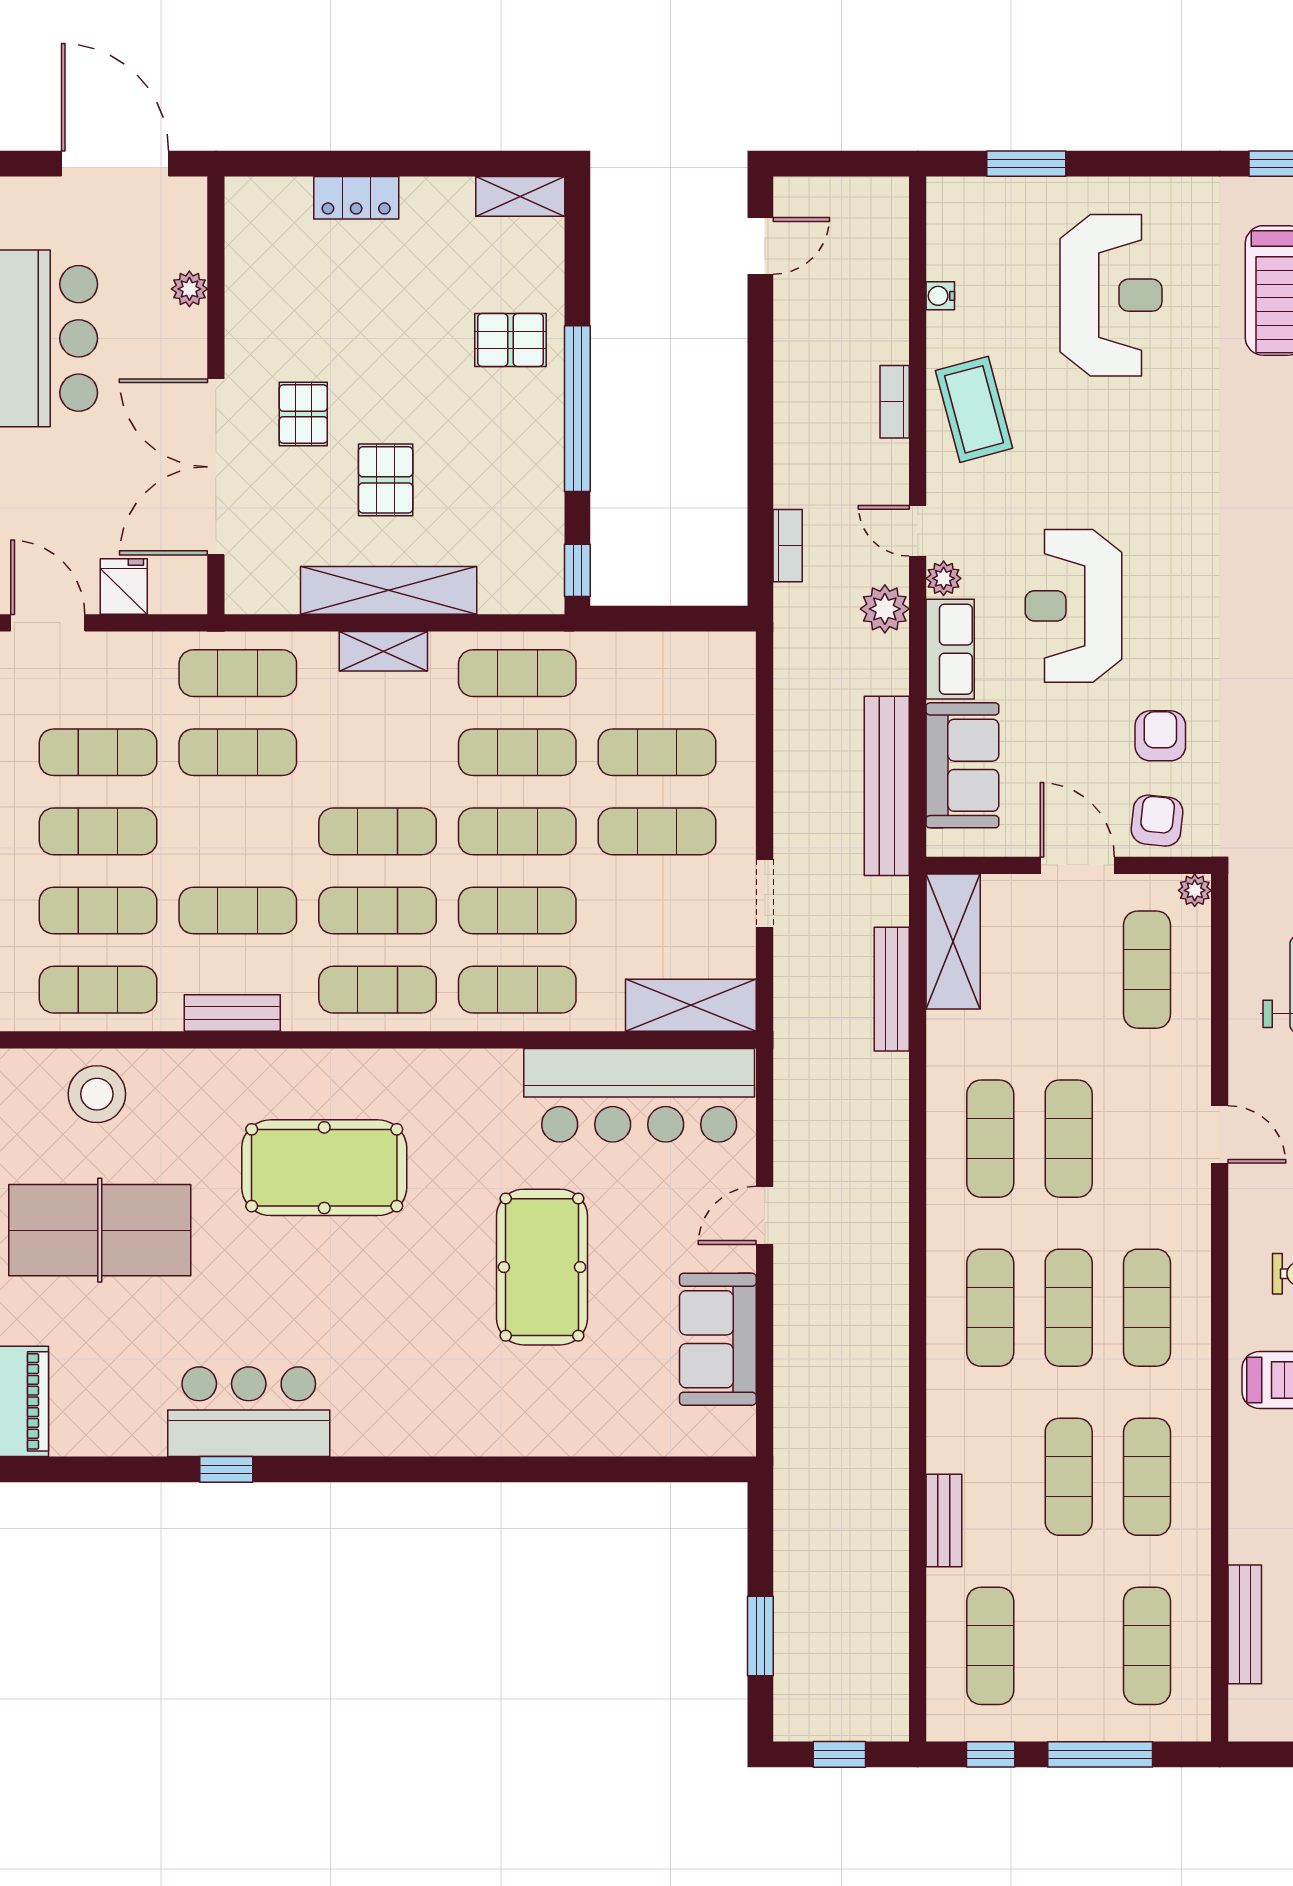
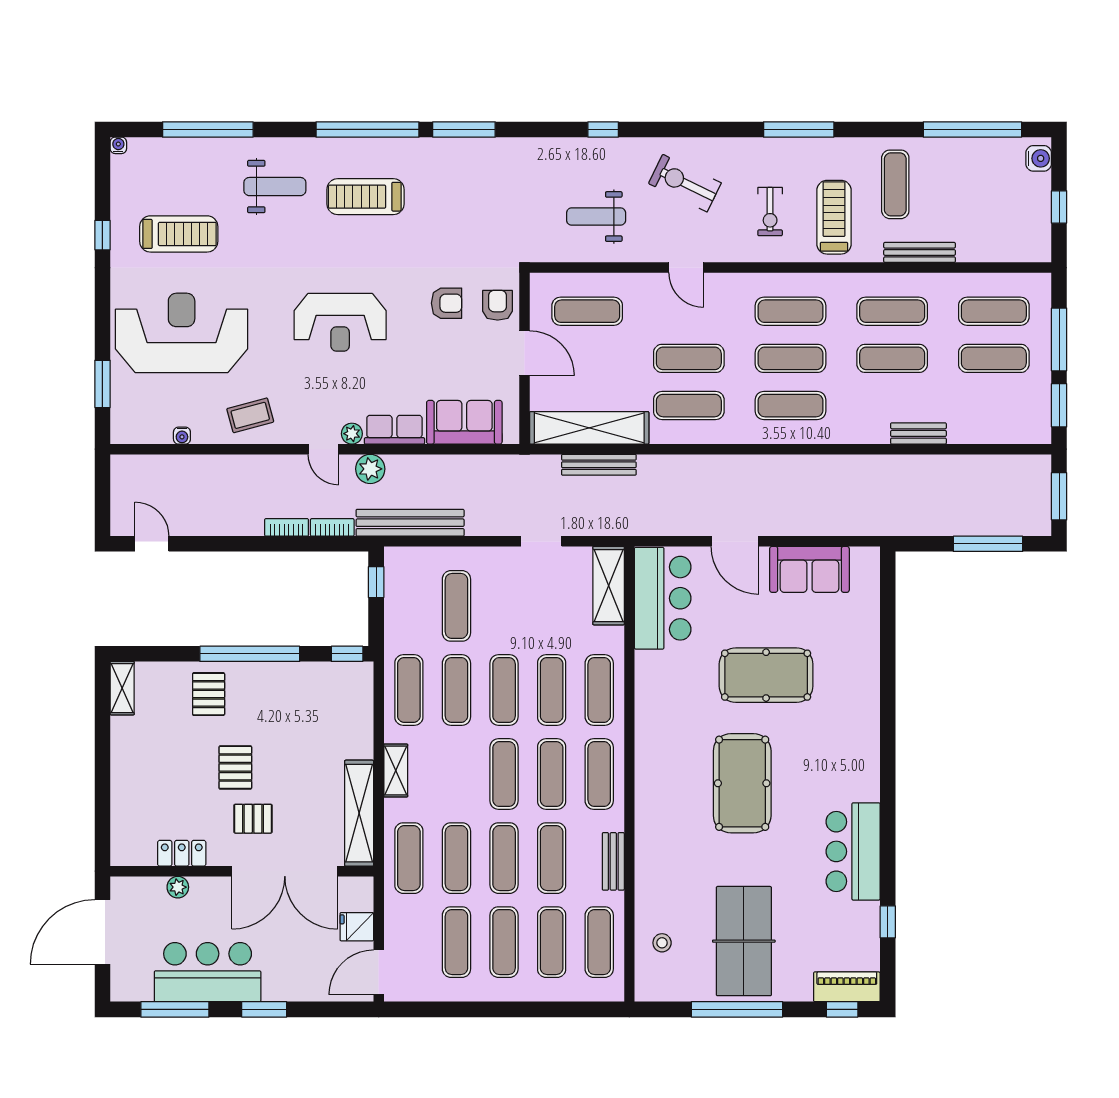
locker: (356, 198) -> (182, 853), moved, turned -90
reception desk: (1111, 295) -> (182, 333), width x1.36, depth x1.30
bookcase: (895, 402) -> (287, 527), moved, turned 180
coffee table: (974, 409) -> (250, 415), width x0.73, depth x0.77
pallet: (386, 480) -> (235, 767), moved, turned 90
door: (918, 531) -> (323, 449), hinge flipped
shelving: (389, 590) -> (359, 813), moved
reception desk: (1073, 606) -> (340, 322), moved
window: (697, 619) -> (376, 582), added
armchair: (1160, 736) -> (447, 303), turned 180
bench: (887, 786) -> (410, 523), moved
armchair: (1157, 821) -> (498, 305), turned 84
exercise mat: (657, 831) -> (504, 858), moved
door: (1077, 865) -> (524, 353), swing flipped
plant: (1195, 890) -> (539, 283), removed
shelving: (953, 941) -> (589, 428), width x1.47
stool: (97, 1094) -> (662, 943), width x0.53, depth x0.53
bar counter: (639, 1095) -> (663, 598), width x0.73
door: (1220, 1134) -> (686, 268), swing flipped
pool table: (324, 1168) -> (742, 783), moved
door: (765, 1215) -> (735, 541), width x1.38
window: (226, 1469) -> (888, 922), moved
bench: (1245, 1624) -> (920, 252), moved
window: (760, 1636) -> (988, 544), width x1.44
exercise mat: (990, 1646) -> (994, 358), moved
window: (839, 1754) -> (1059, 496), width x1.50
window: (991, 1754) -> (1059, 405), width x1.50

